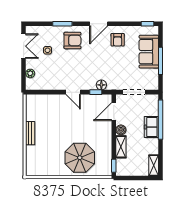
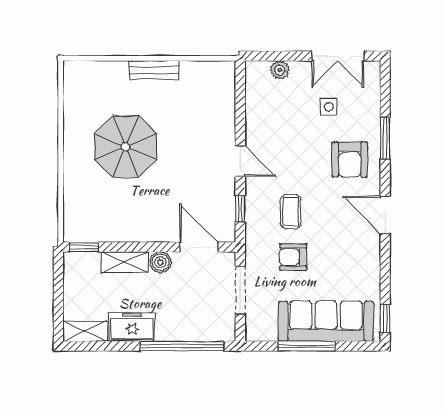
armchair: (118, 40) -> (293, 257), moved
sofa: (149, 52) -> (326, 321), width x1.36
coffee table: (97, 68) -> (291, 212), added
floor lamp: (101, 85) -> (256, 221), removed
door: (73, 92) -> (240, 161), swing flipped
freezer: (151, 127) -> (132, 327), moved
parasol: (80, 158) -> (126, 147), moved

